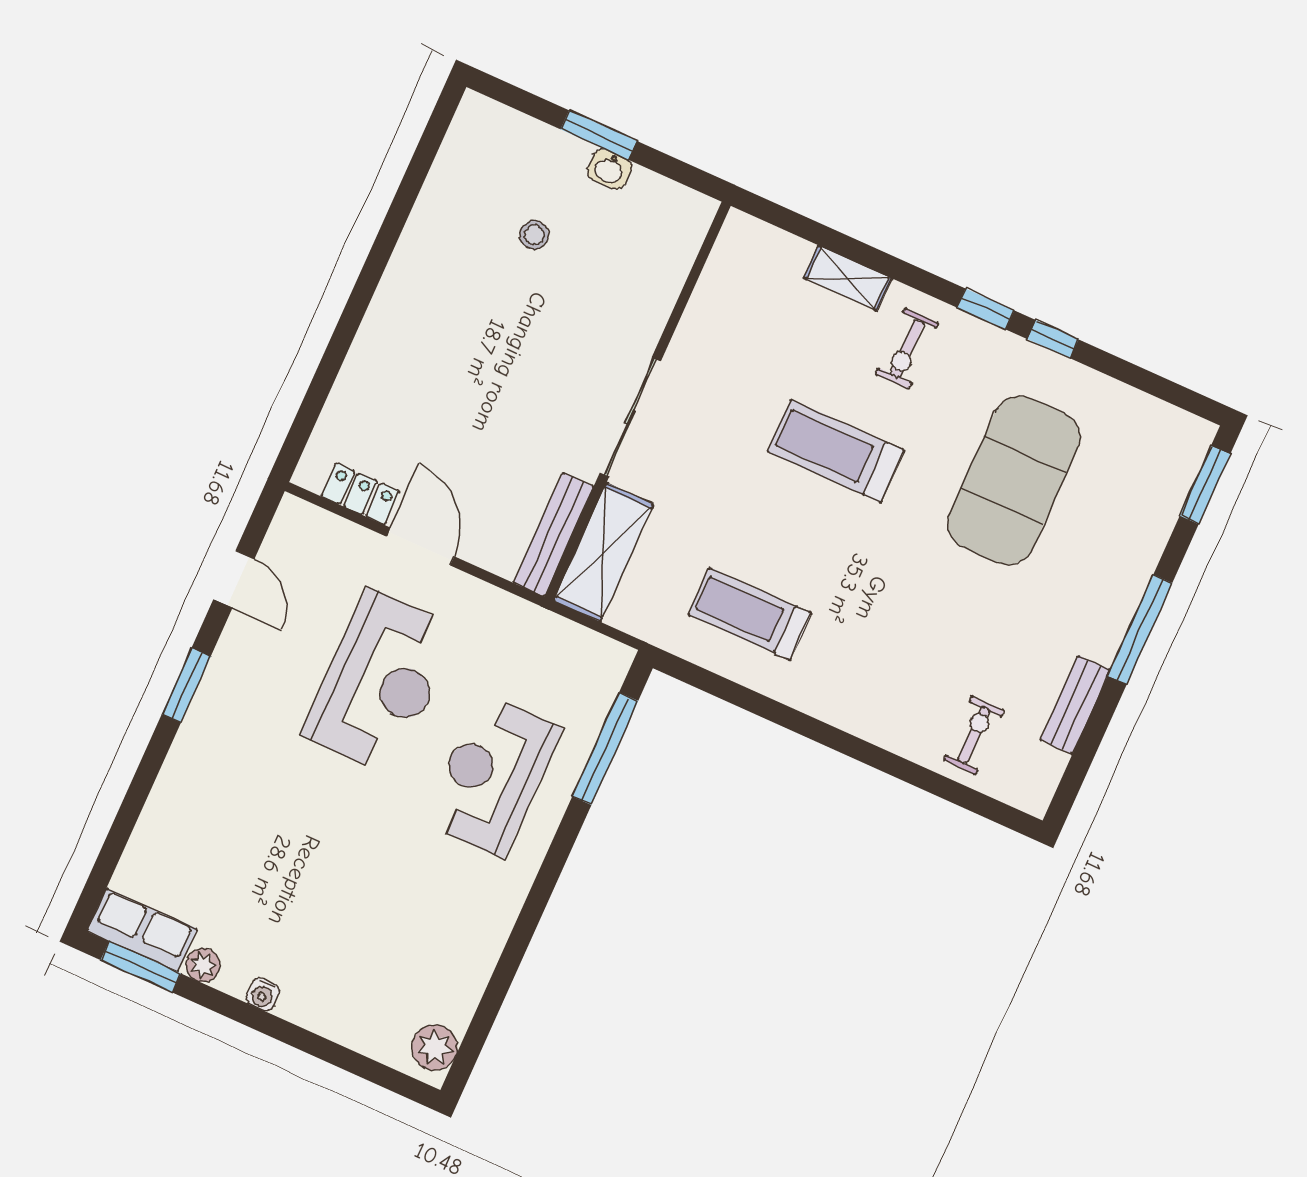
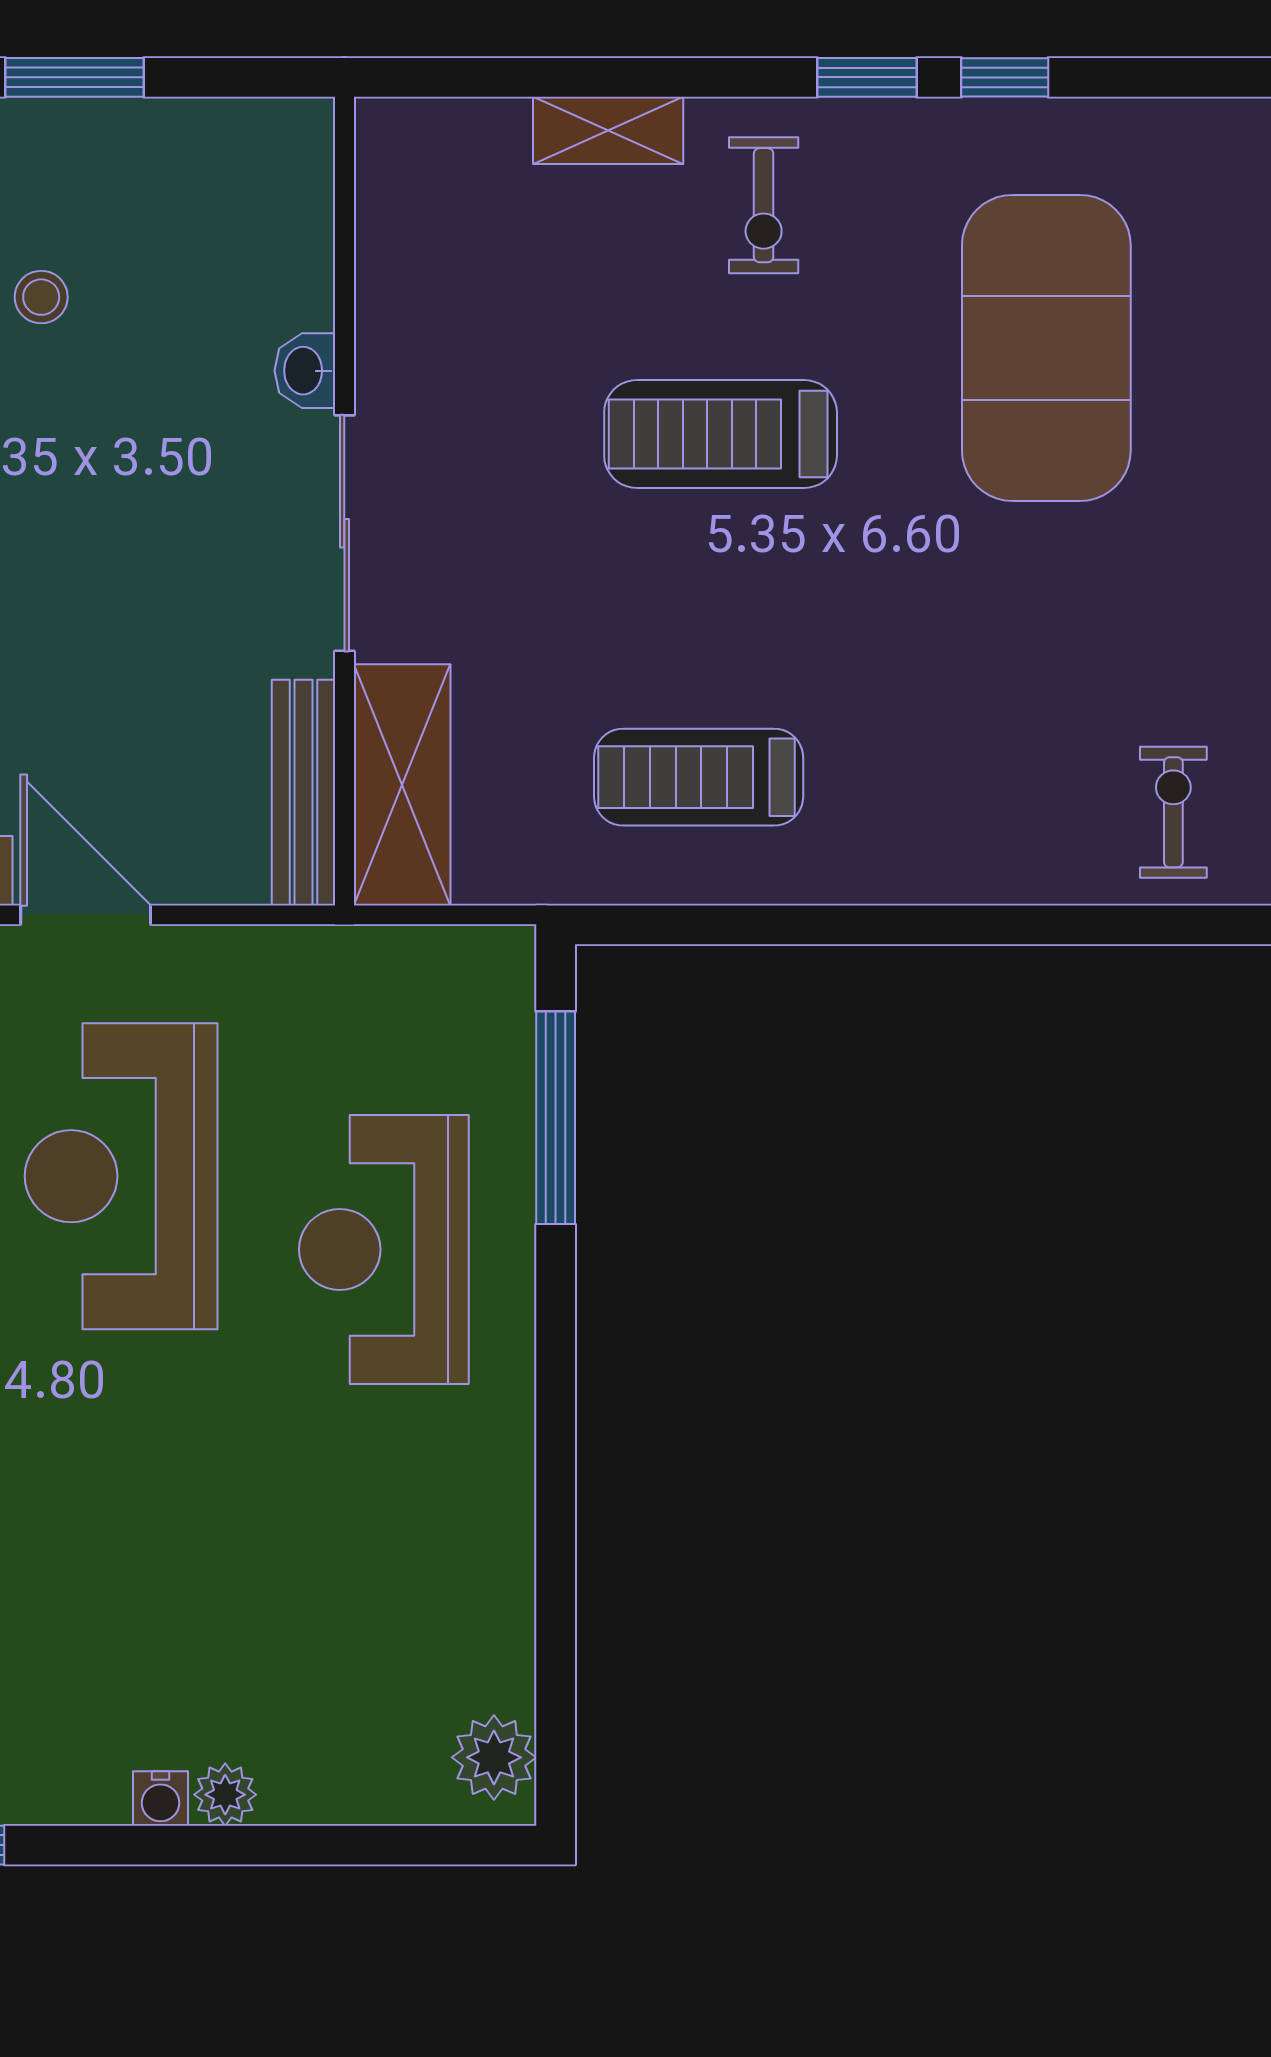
washbasin: (609, 169) -> (305, 371), moved, turned 90
reception desk: (380, 682) -> (121, 1176), turned 180
plant: (203, 965) -> (225, 1795), moved

